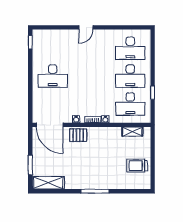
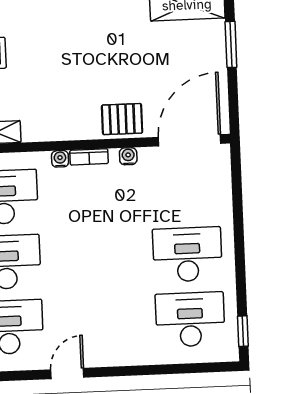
door: (86, 27) -> (67, 374), moved
desk: (53, 48) -> (190, 319), added
door: (50, 125) -> (190, 140), hinge flipped

